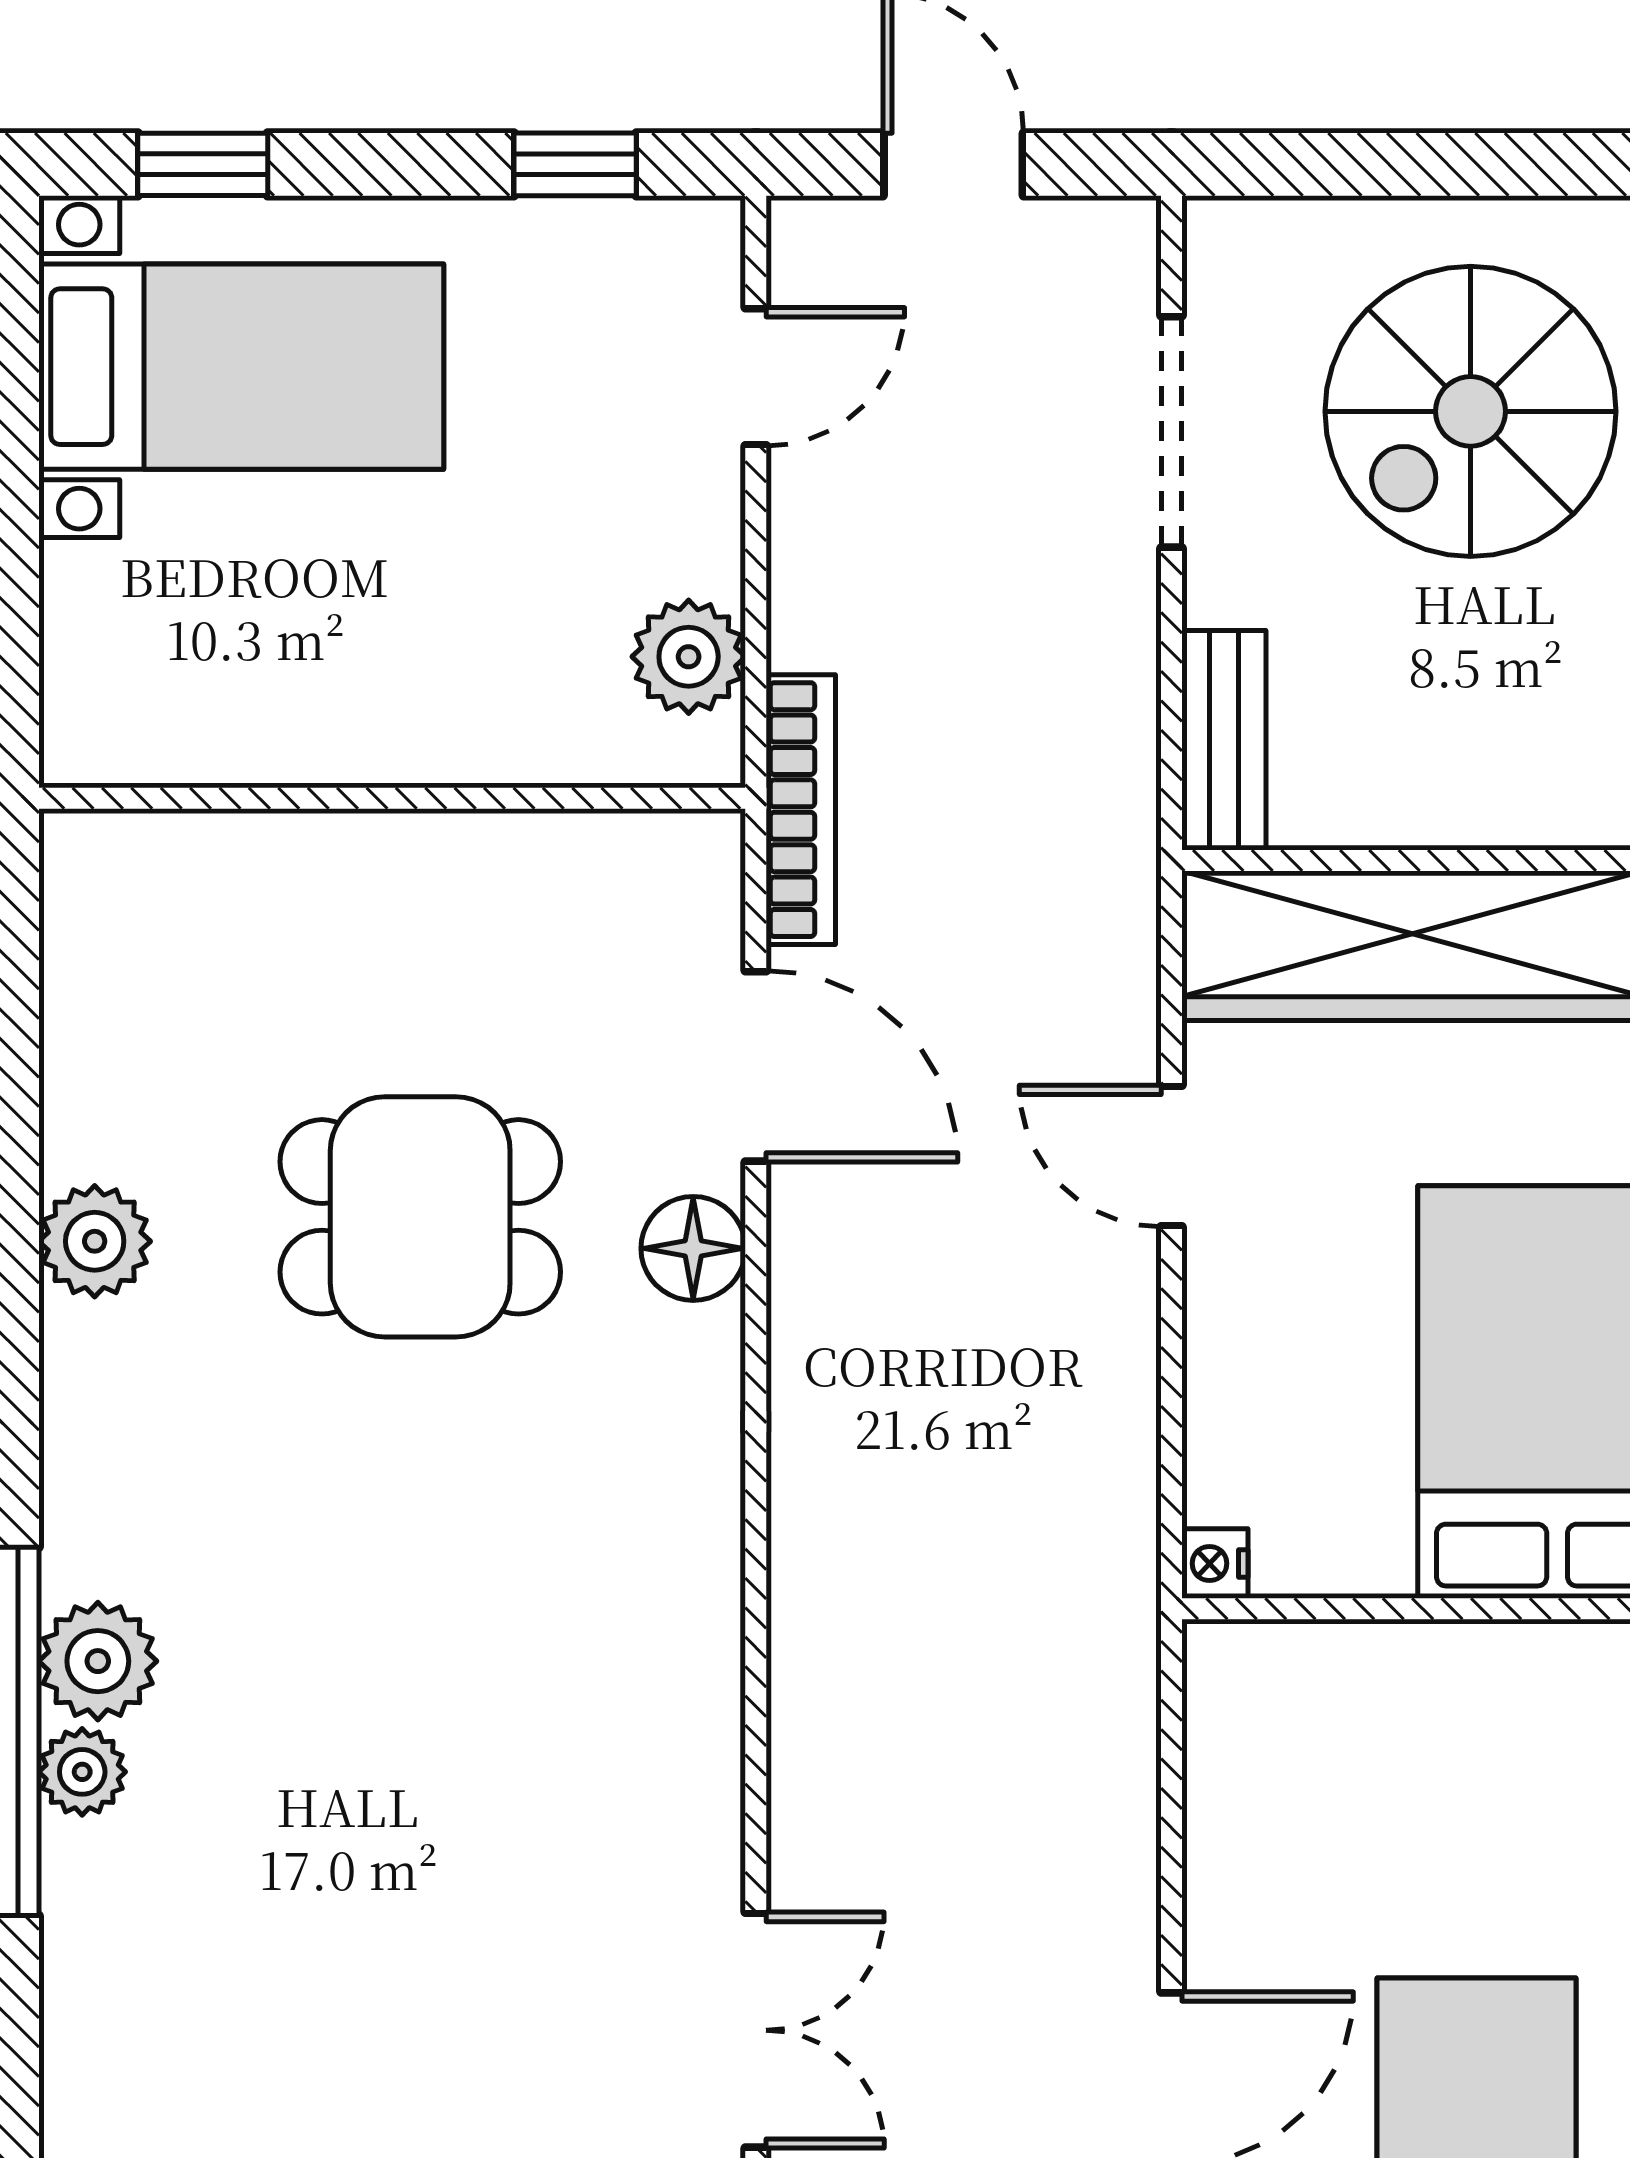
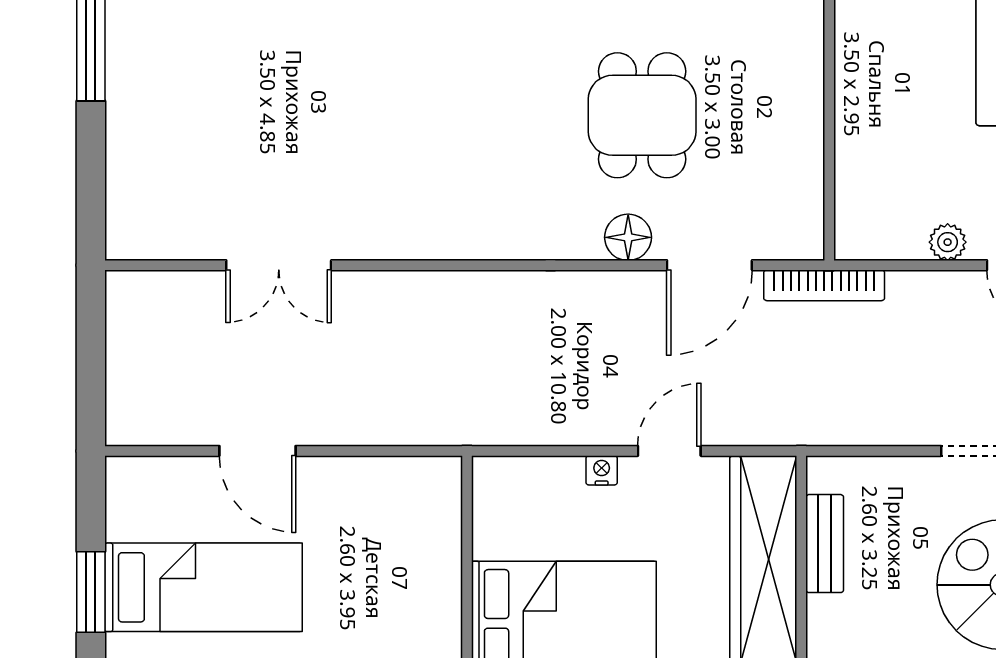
plant: (689, 657) -> (948, 242), moved, width x0.73, depth x0.73
bench: (1224, 740) -> (825, 544), moved, turned 90
nightstand: (1215, 1563) -> (602, 470), moved

